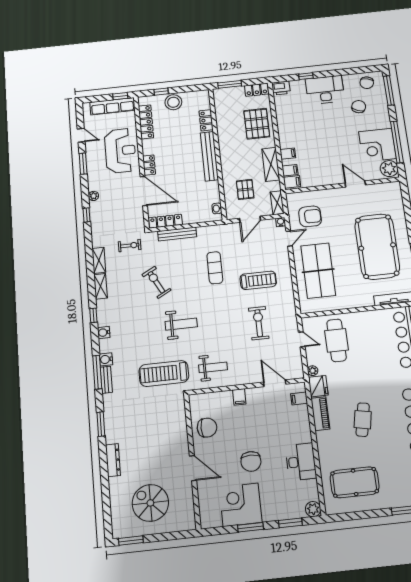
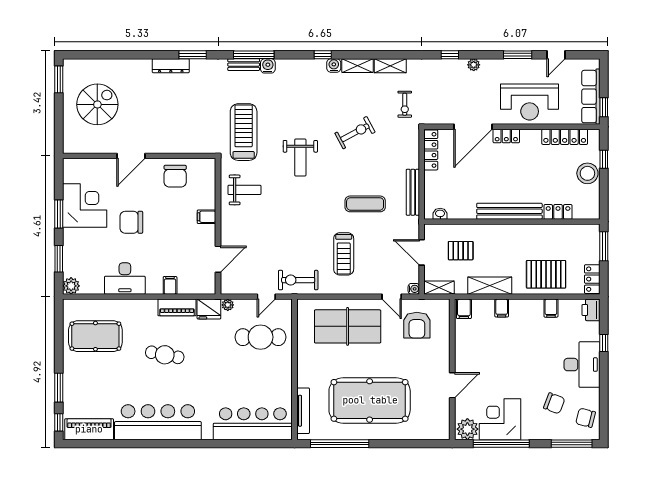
filing cabinet: (290, 170) -> (551, 308), moved
bench: (177, 234) -> (413, 192), moved
exercise bike: (259, 323) -> (298, 280), moved, turned 180
water cooler: (104, 333) -> (334, 65), moved
weight bench: (213, 367) -> (244, 190), turned -90
filing cabinet: (299, 399) -> (170, 285), moved
dresser: (113, 460) -> (171, 66), moved
pool table: (355, 482) -> (95, 336), turned 90

